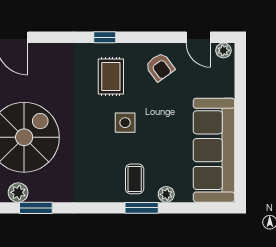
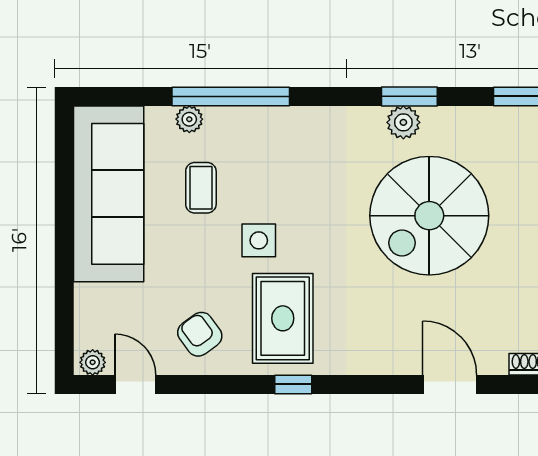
rug: (111, 76) -> (283, 318), width x1.36, depth x1.43
coffee table: (135, 179) -> (201, 188), moved
plant: (18, 192) -> (403, 122), moved
window: (142, 208) -> (231, 96), width x2.11

